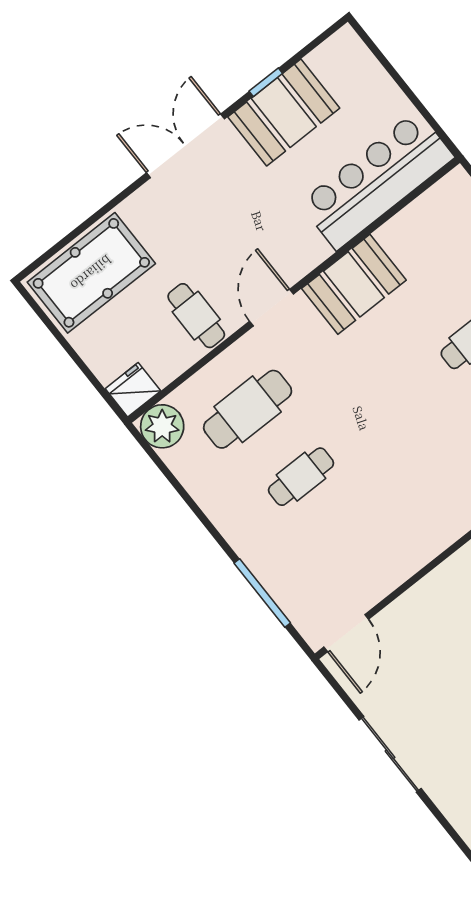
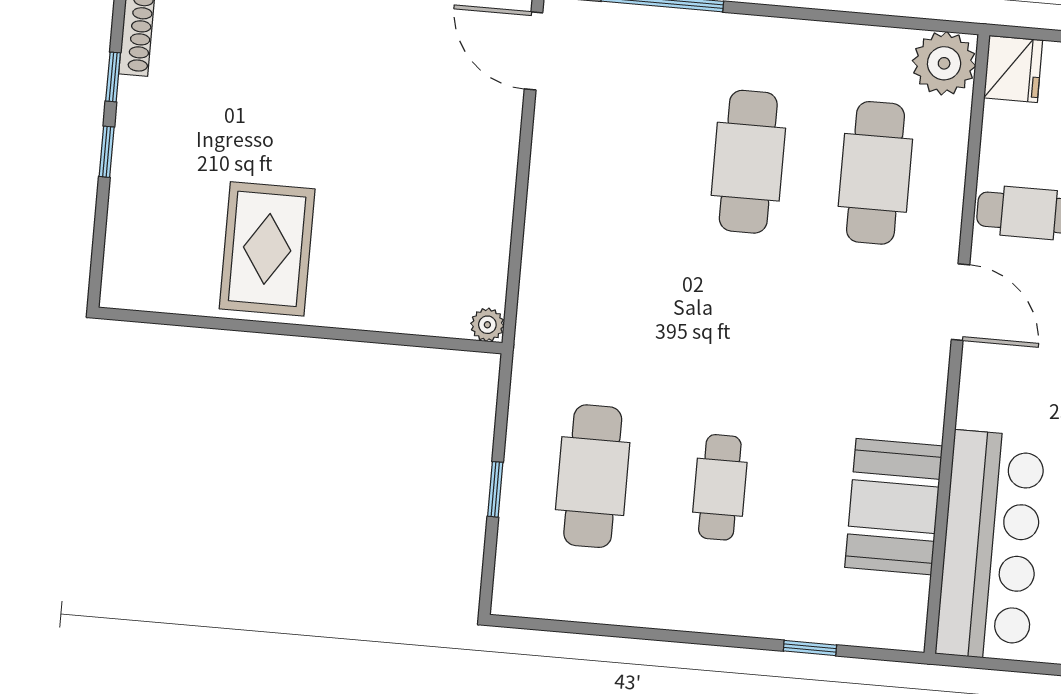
booth: (354, 284) -> (894, 507), moved
cafe table: (301, 477) -> (748, 162), width x1.37, depth x1.35

